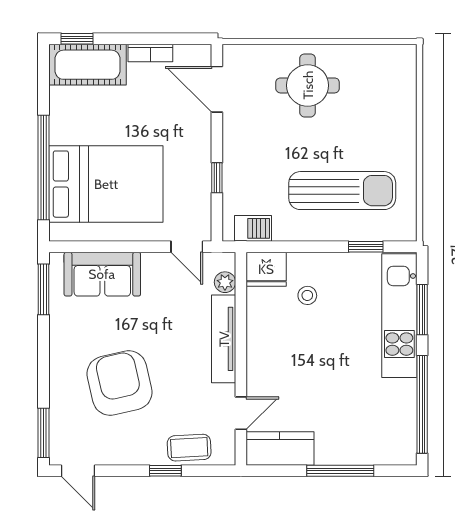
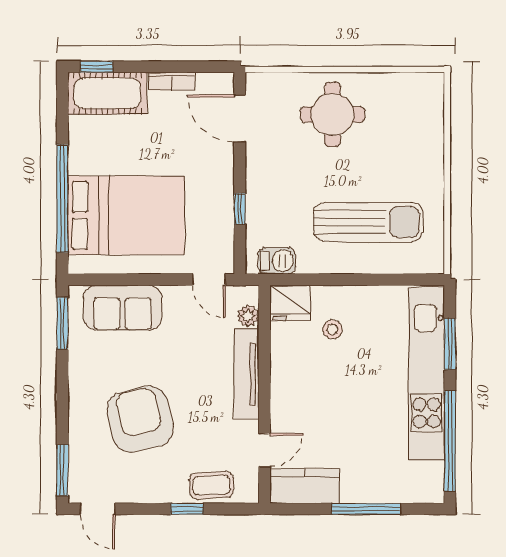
window: (366, 247) -> (392, 280), removed
kitchen unit: (399, 316) -> (427, 373), width x1.36

